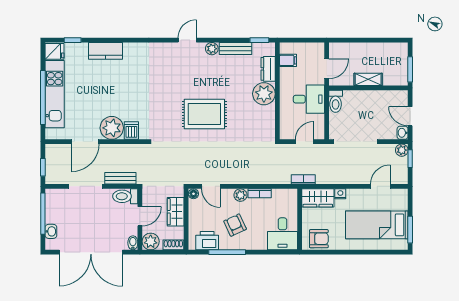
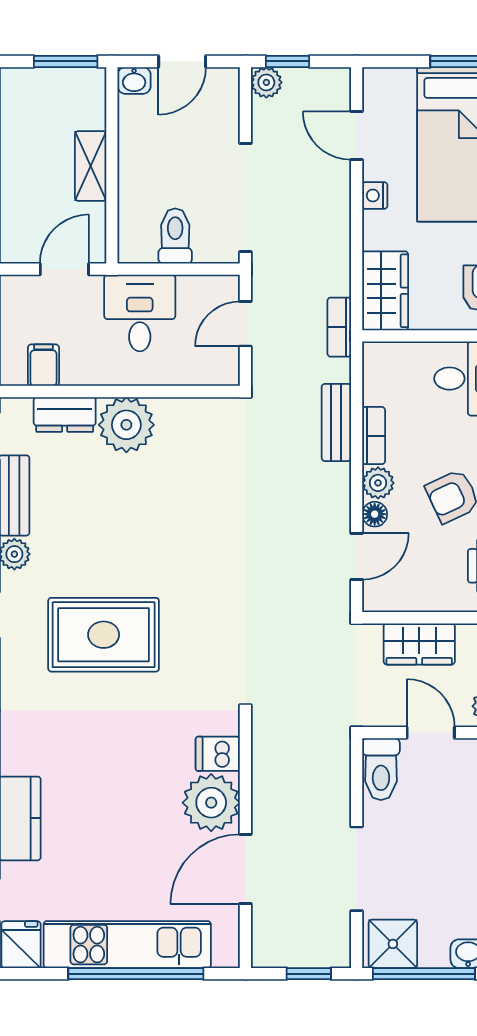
door: (327, 69) -> (64, 269), hinge flipped
toilet: (336, 101) -> (175, 236), moved, turned -90
rug: (204, 114) -> (104, 635), moved, turned 90
washbasin: (403, 133) -> (134, 80), moved
door: (85, 142) -> (245, 869), swing flipped
door: (305, 142) -> (245, 324), hinge flipped
bench: (120, 178) -> (336, 422), moved
floor lamp: (193, 194) -> (375, 514), moved
nightstand: (340, 194) -> (375, 195), moved
shower: (55, 201) -> (393, 944), added

